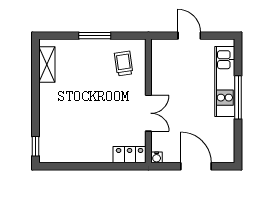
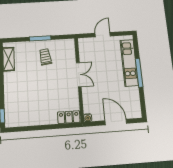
door: (189, 36) -> (103, 35), hinge flipped
trolley: (124, 63) -> (45, 57), moved
double door: (148, 113) -> (79, 75), moved

